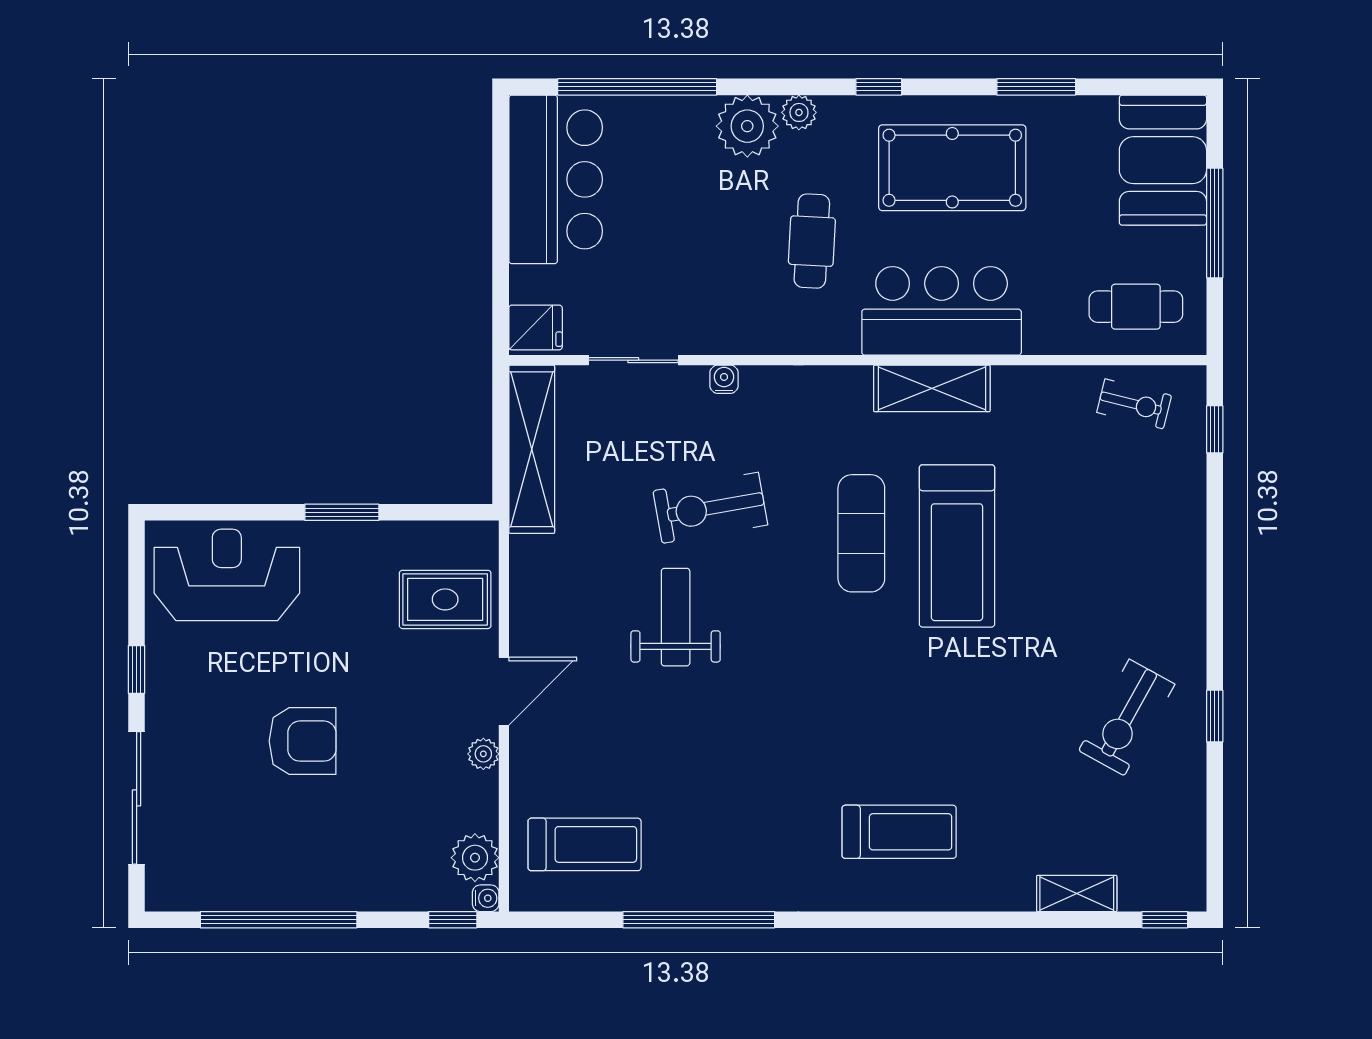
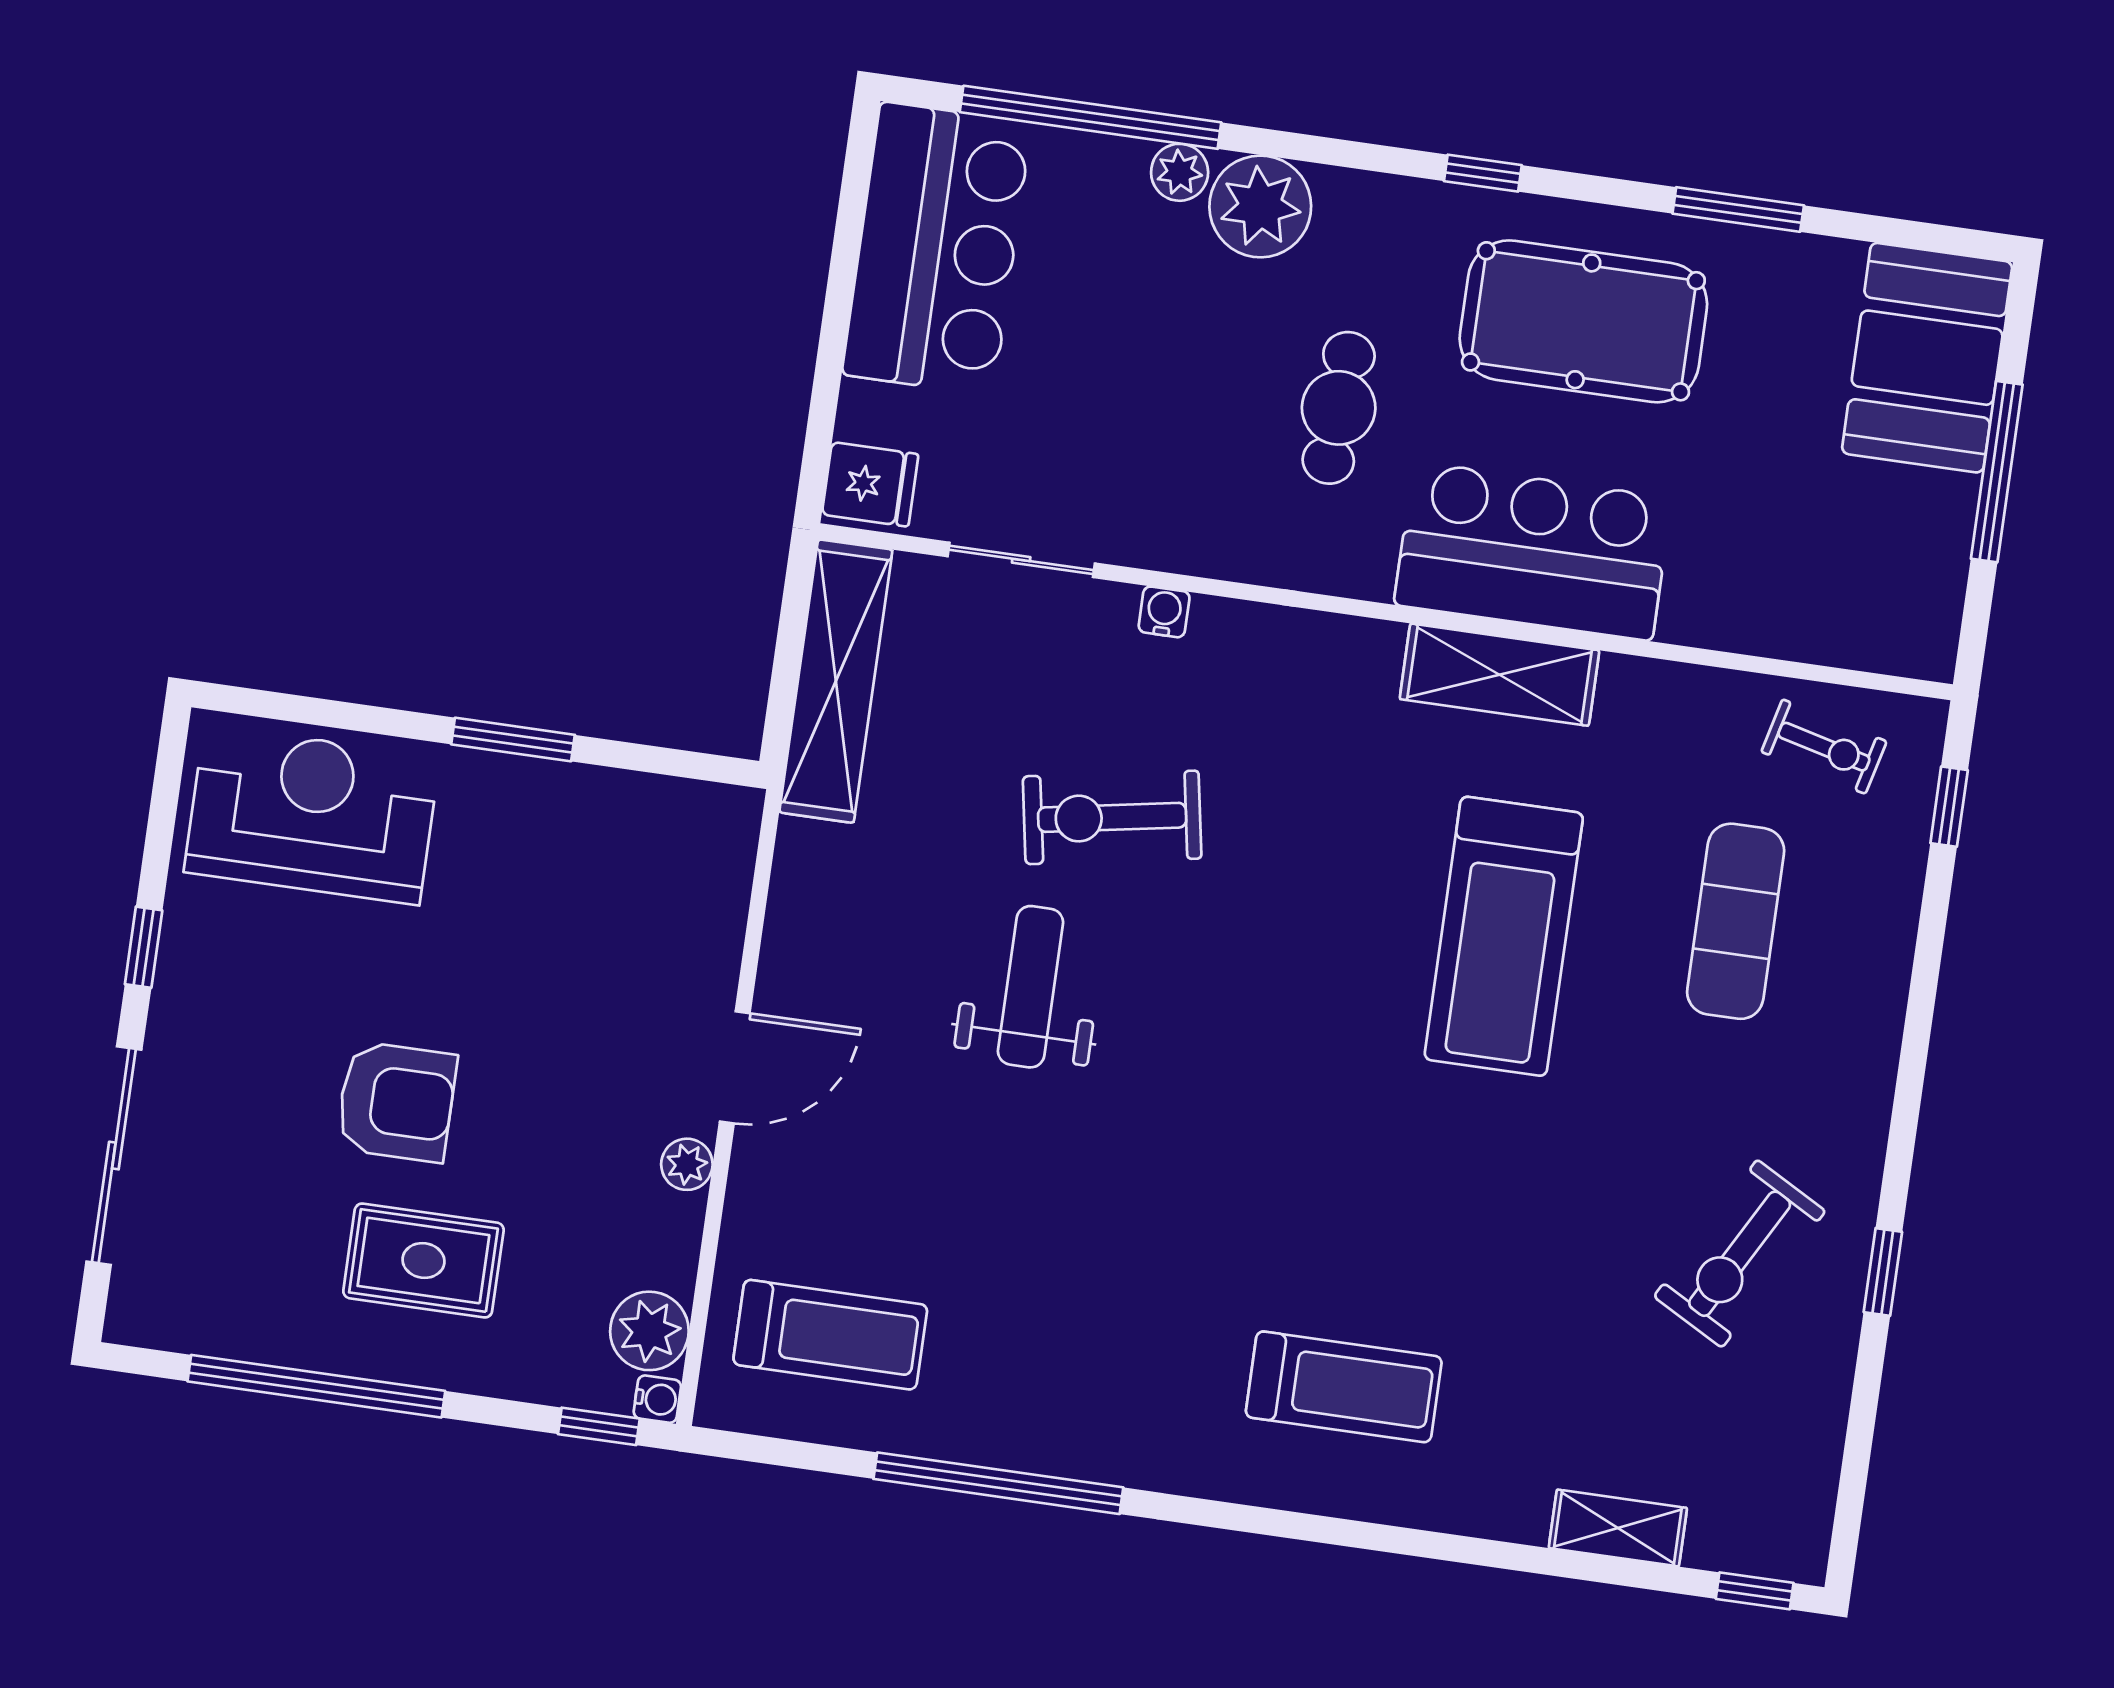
plant: (799, 112) -> (1180, 172), moved
cafe table: (1136, 307) -> (1849, 589), removed
exercise mat: (861, 533) -> (1736, 921), moved
rug: (445, 599) -> (423, 1261), moved

